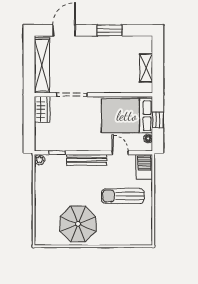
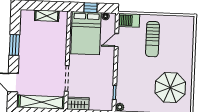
bench: (87, 160) -> (121, 68), removed
parasol: (78, 224) -> (170, 88), moved

